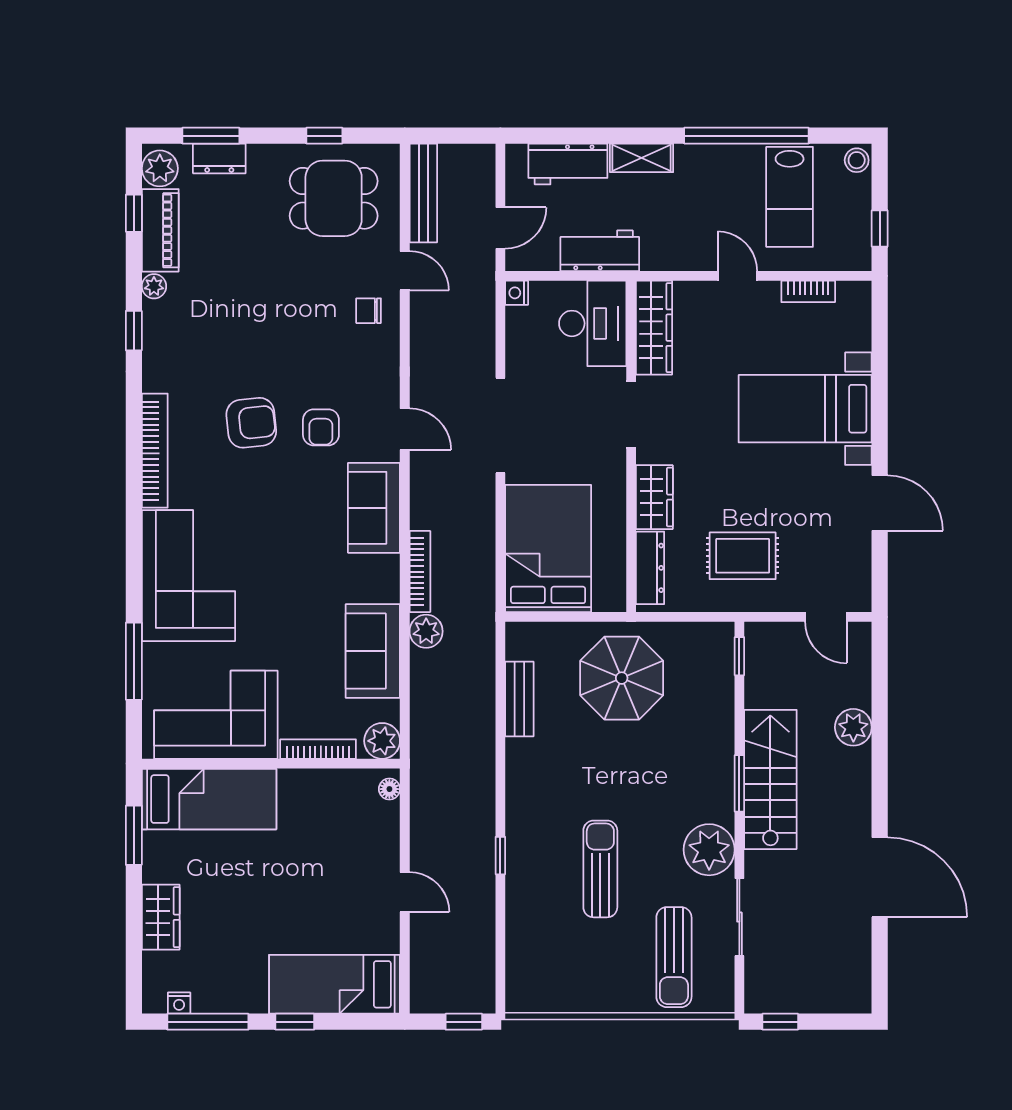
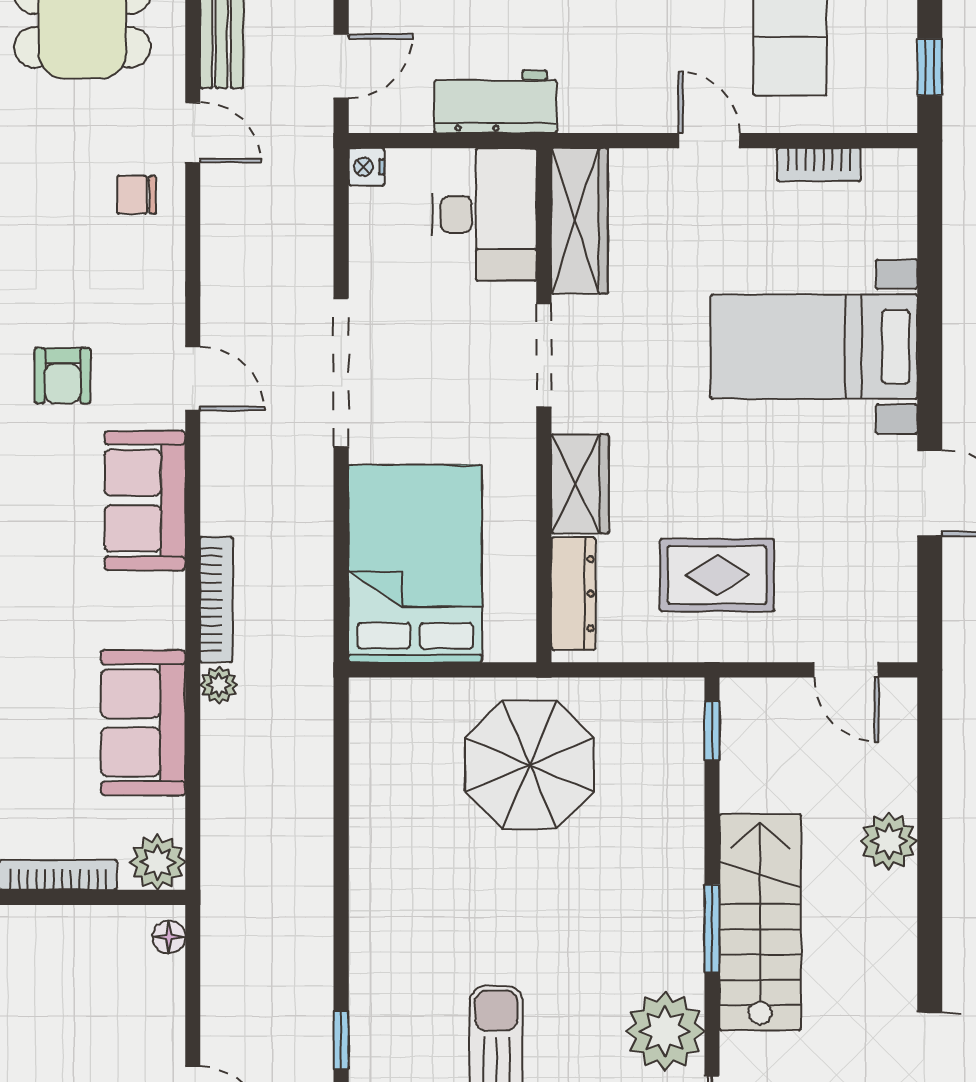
plant: (426, 631) -> (219, 685), width x0.73, depth x0.73
bench: (519, 699) -> (371, 797), removed

